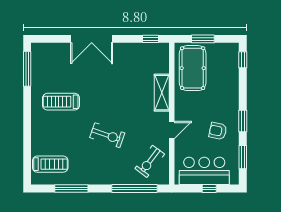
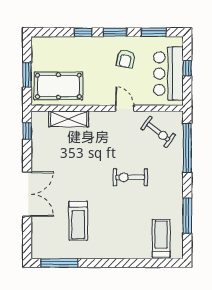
window: (243, 60) -> (83, 32), moved
shelving: (162, 93) -> (69, 119), moved
treadmill: (61, 102) -> (78, 221), moved
exercise bike: (107, 135) -> (130, 177), turned -109

